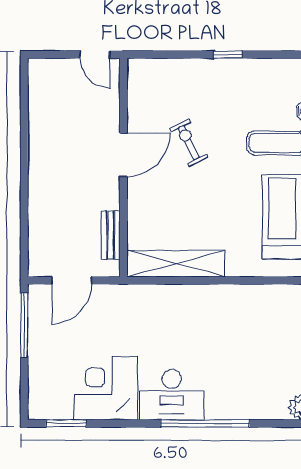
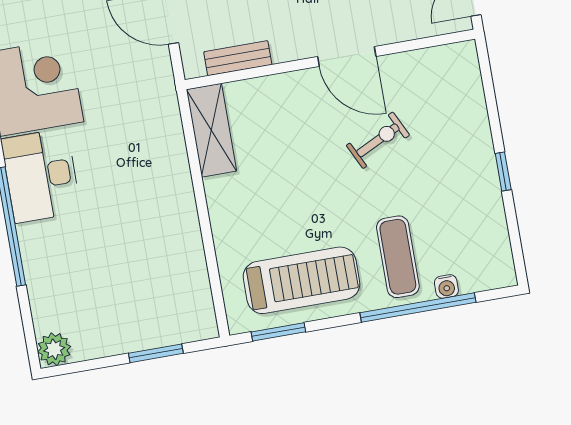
shelving: (176, 264) -> (211, 130), width x0.68

